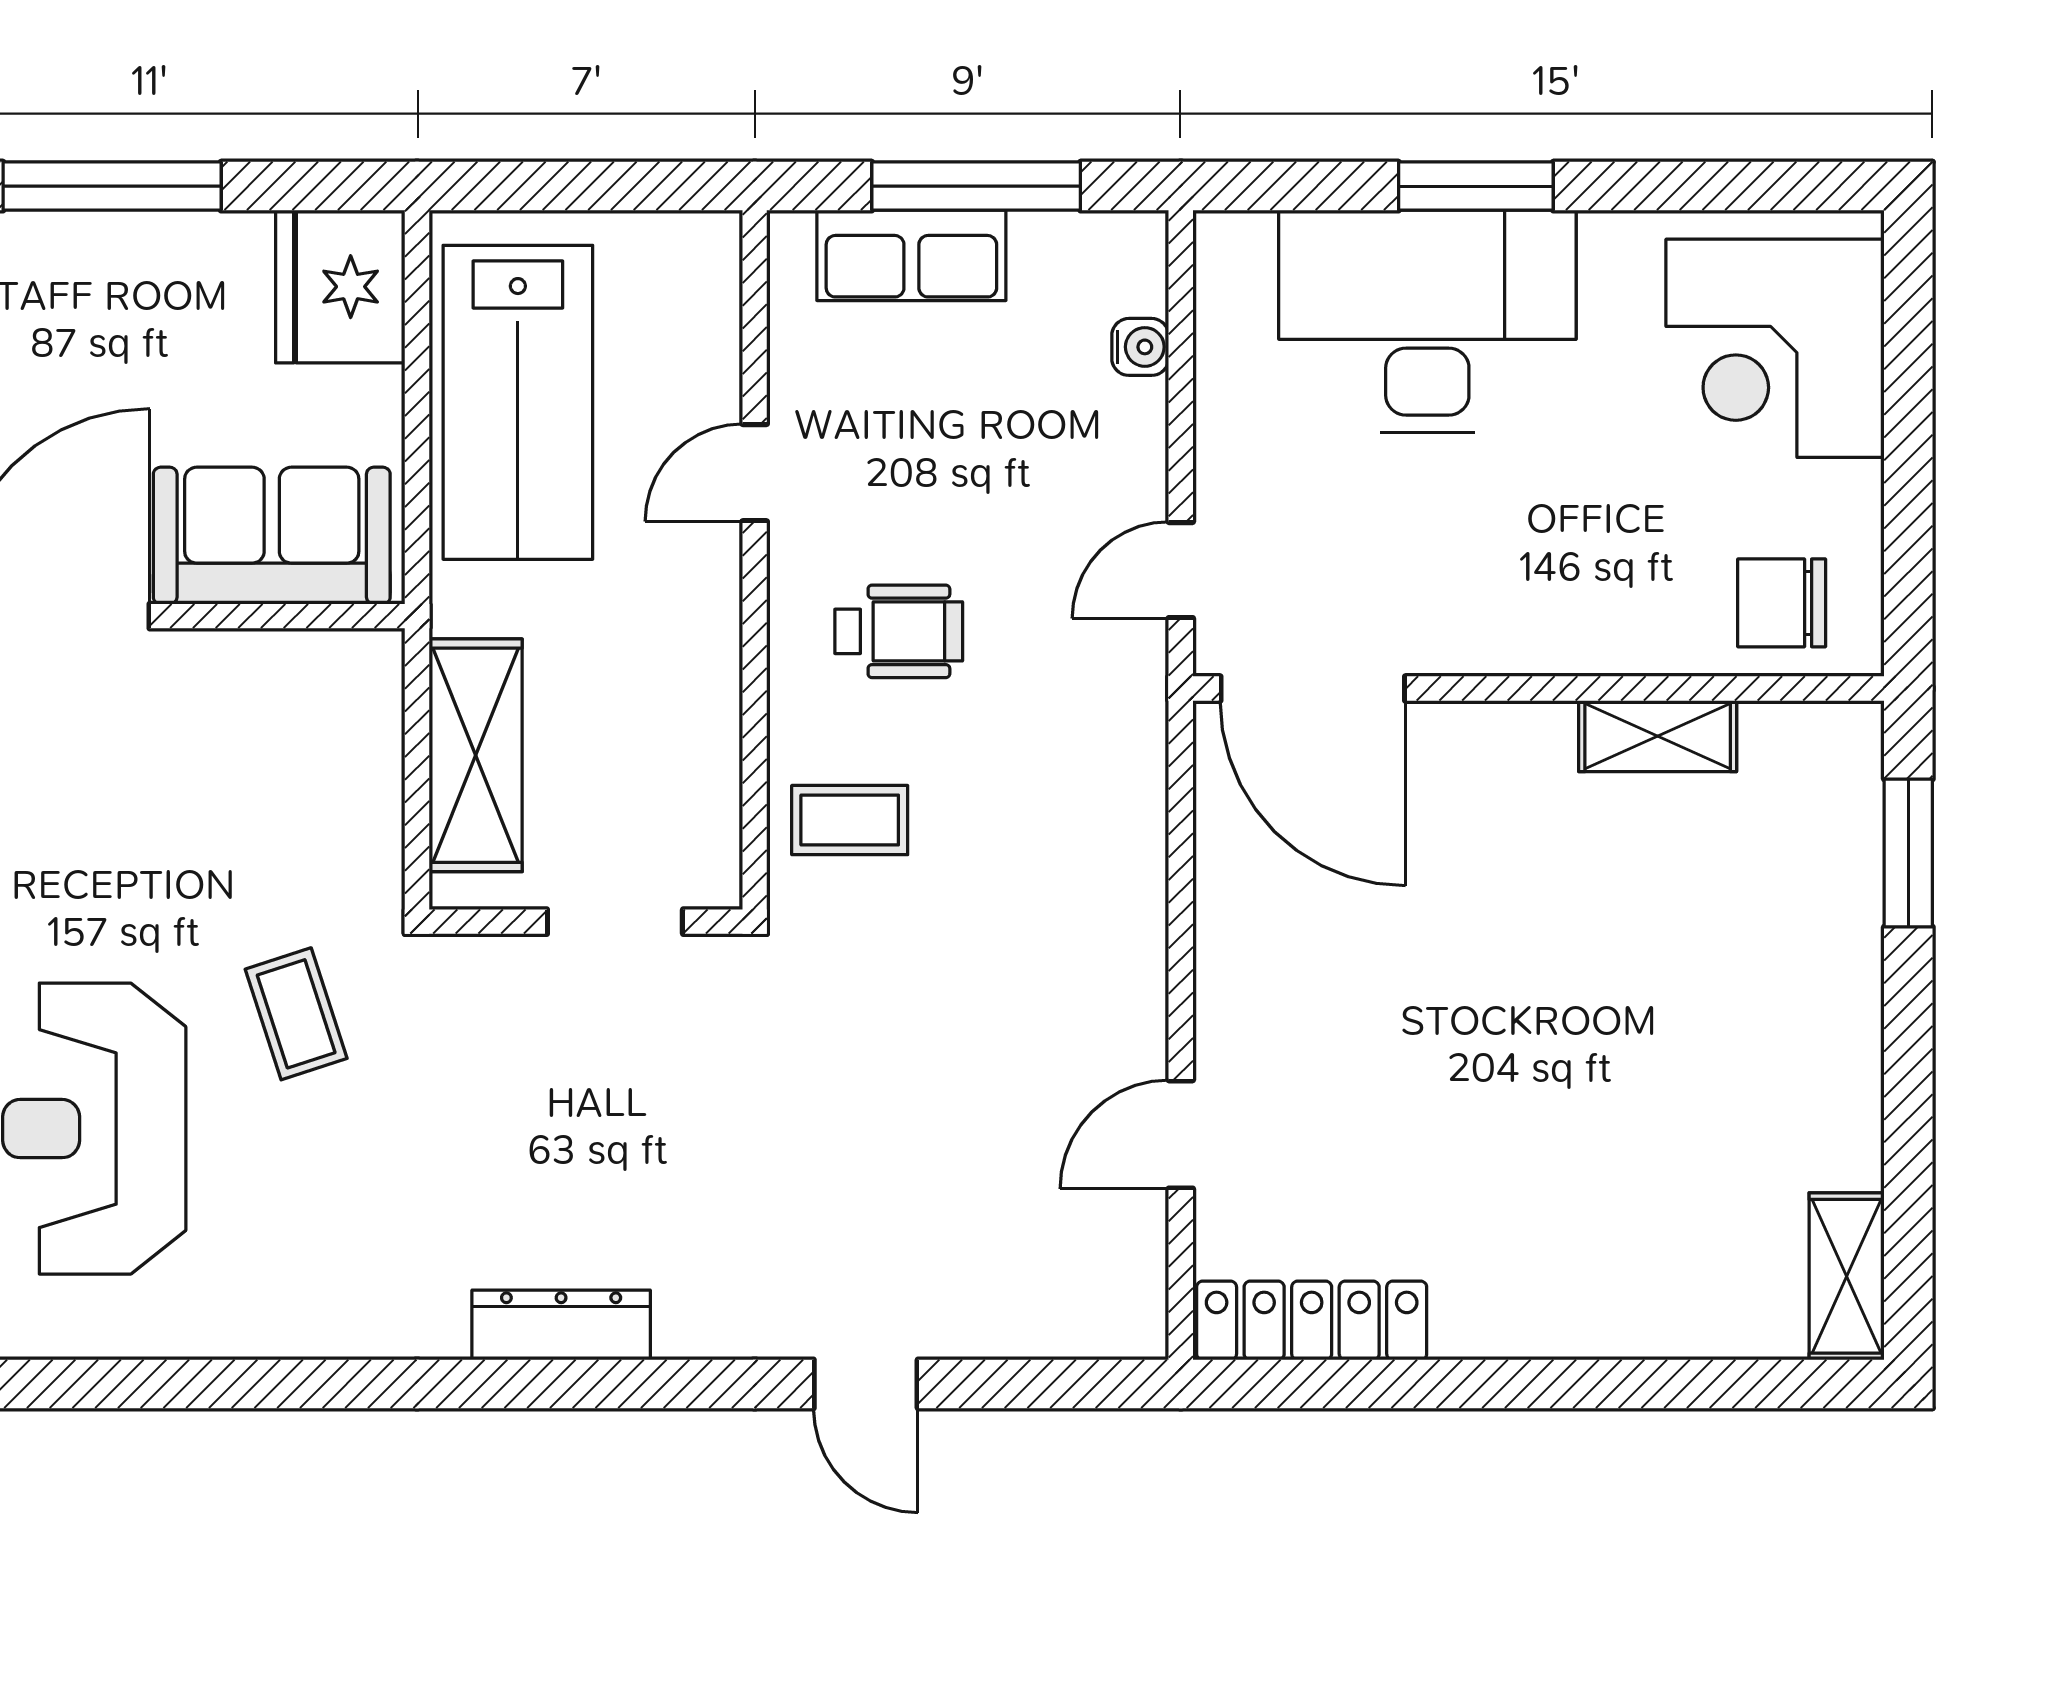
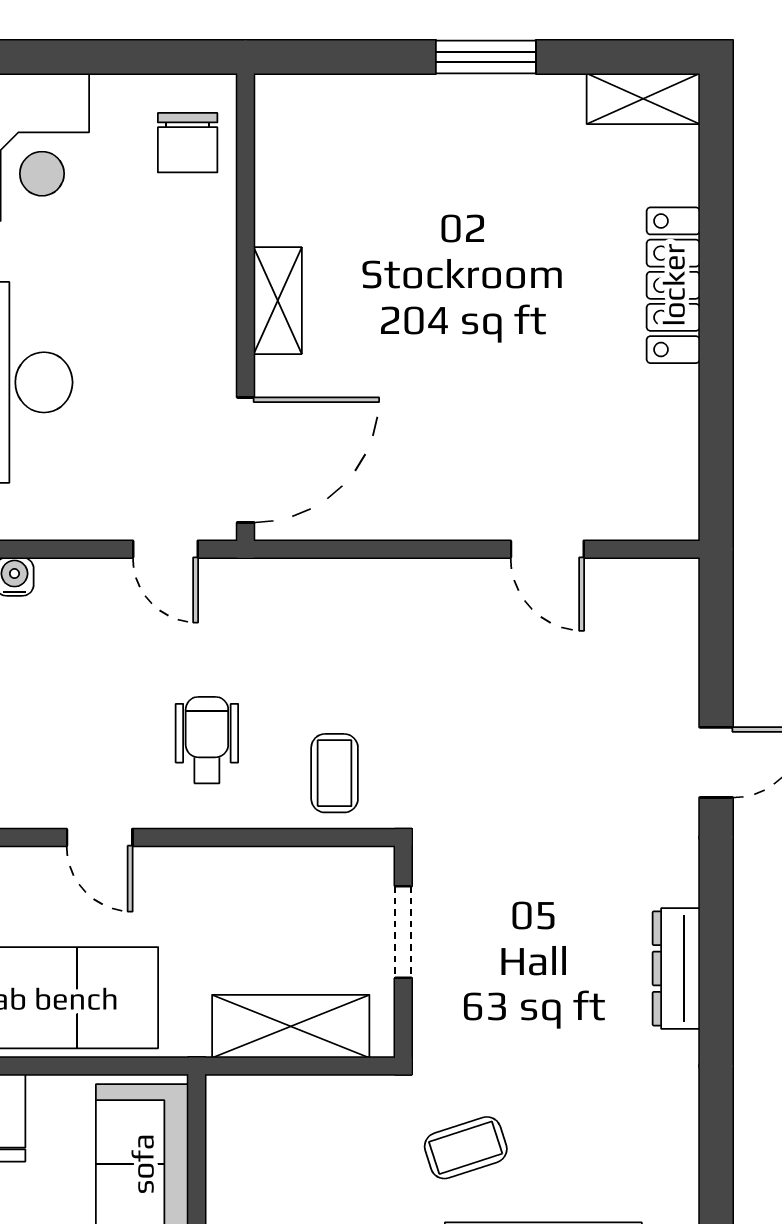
shelving: (1658, 736) -> (278, 301), moved
window: (1908, 853) -> (486, 57), moved
locker: (1312, 1321) -> (673, 285), moved

